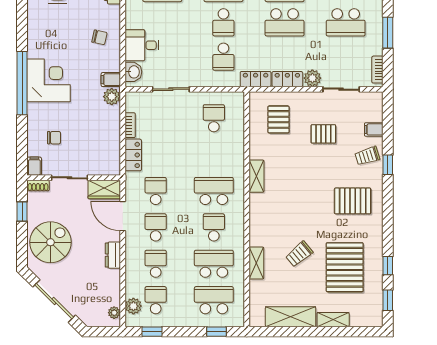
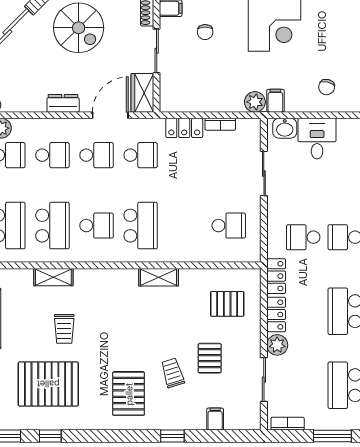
trolley: (367, 156) -> (173, 373), moved
trolley: (299, 254) -> (64, 329), turned -140

